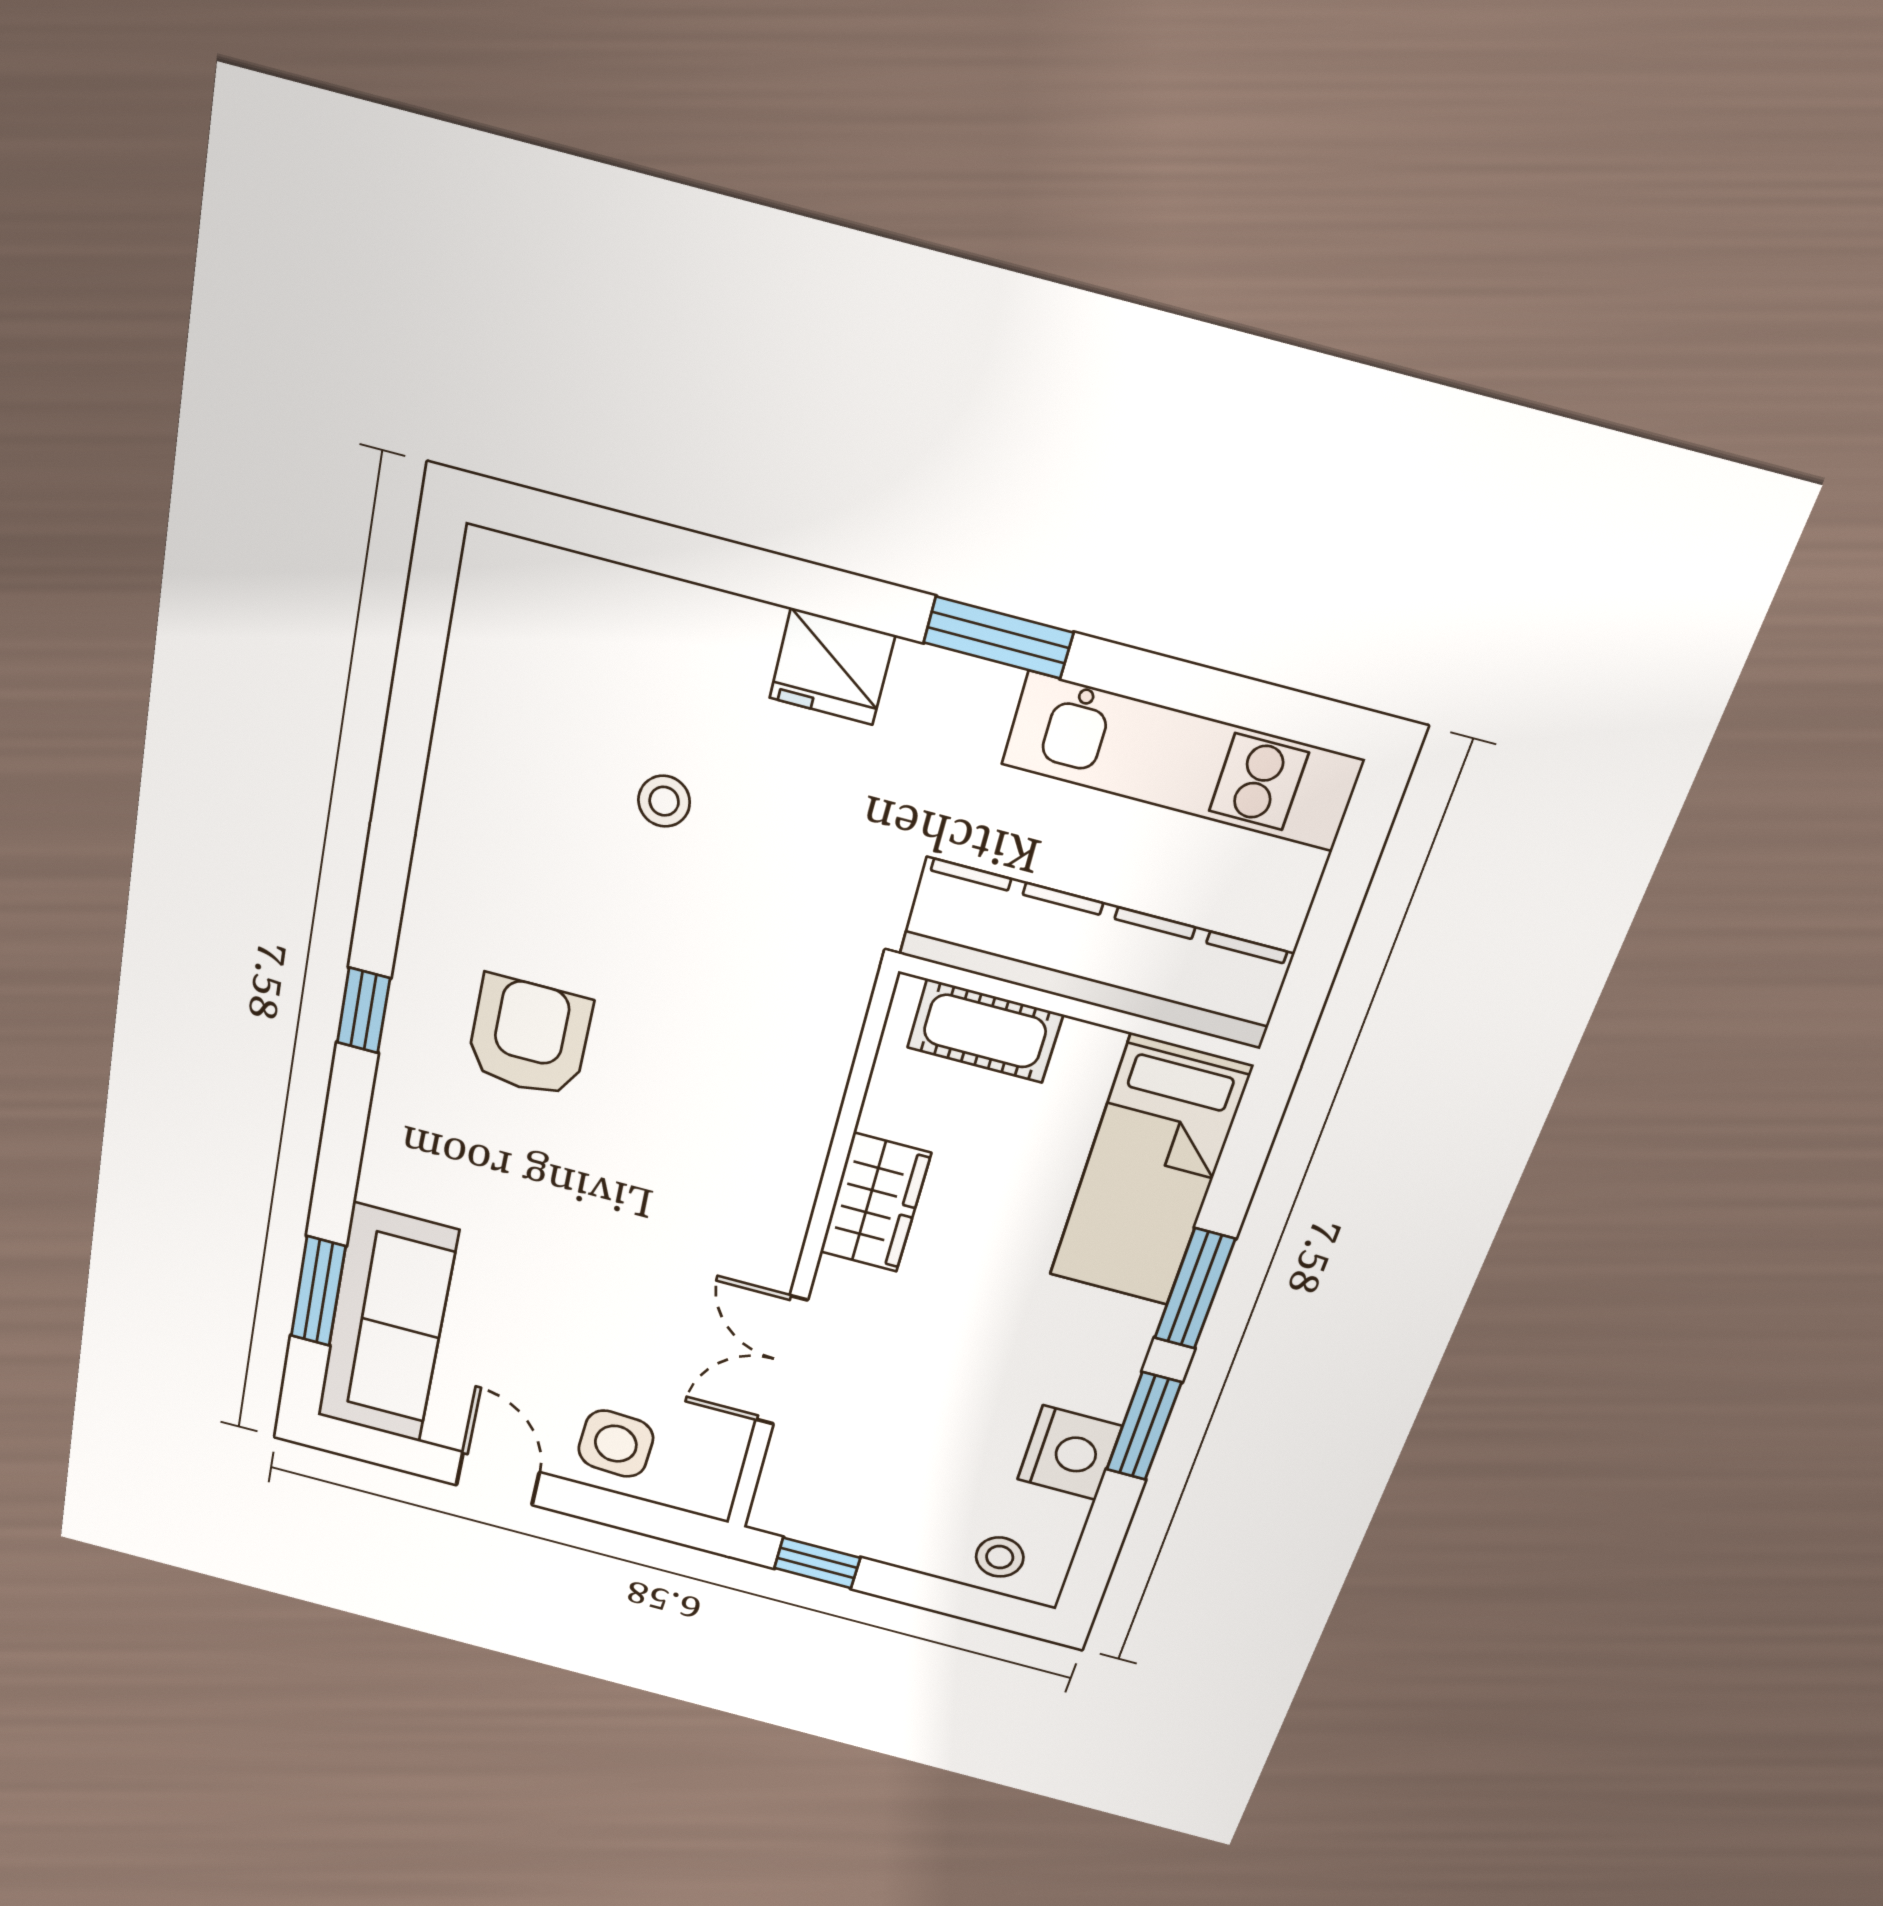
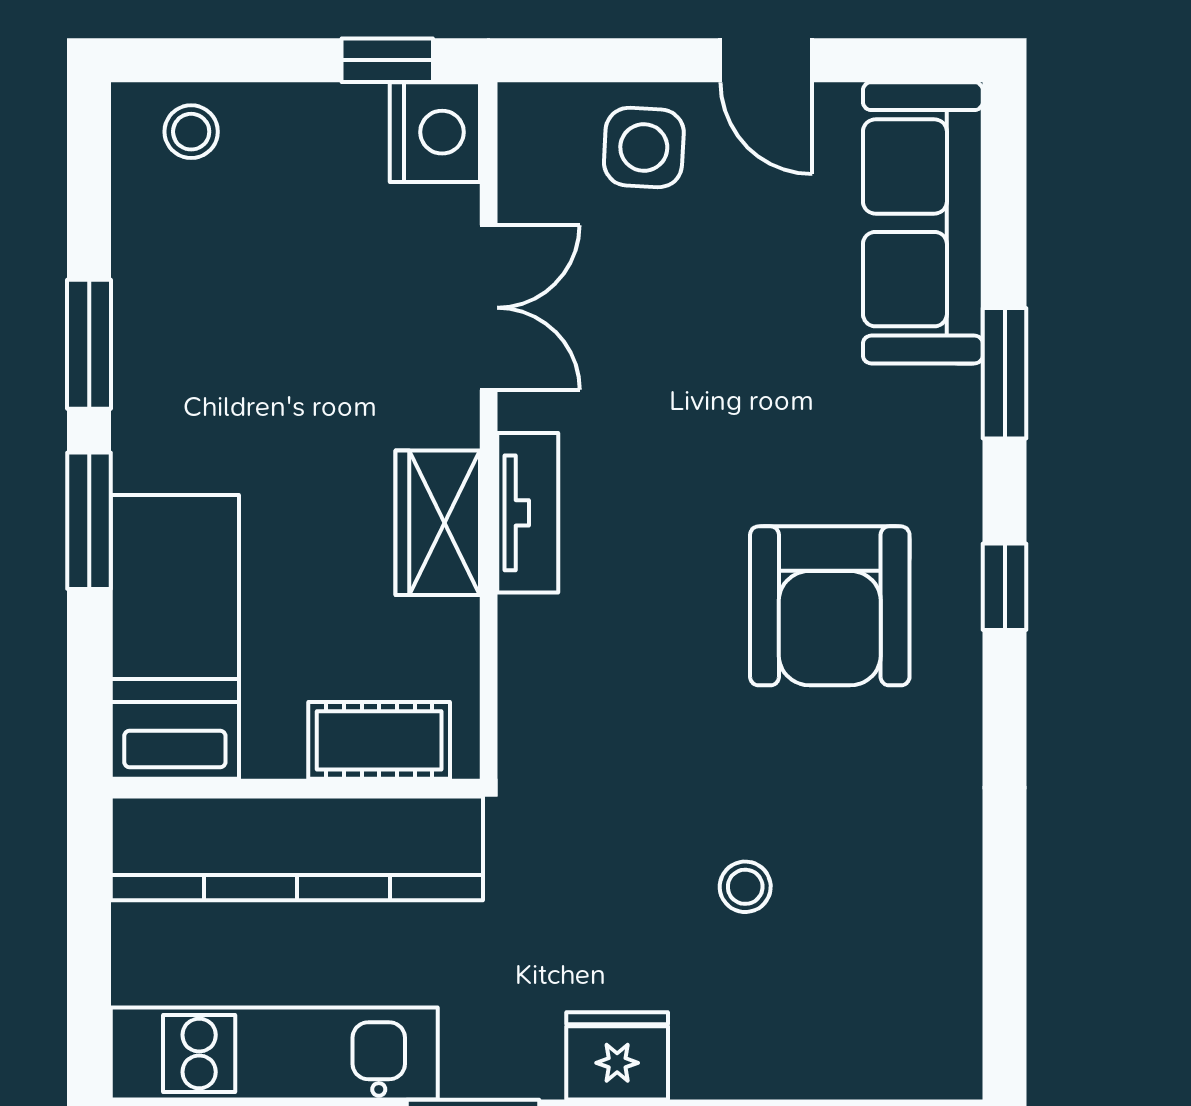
armchair: (529, 1037) -> (830, 606), width x1.36, depth x1.36
tv unit: (790, 1189) -> (528, 513), added
window: (318, 1291) -> (1005, 373), moved
nightstand: (1070, 1453) -> (435, 132), moved, turned 180

